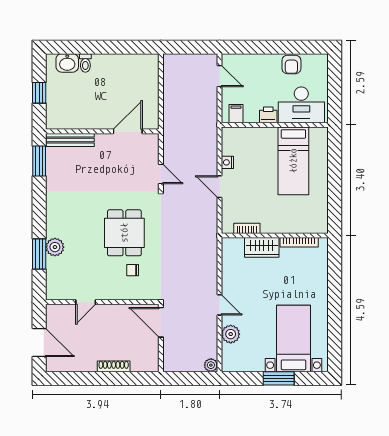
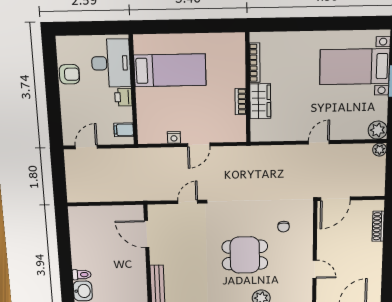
bookcase: (247, 228) -> (241, 102), moved
dining table: (124, 233) -> (245, 255), moved
plant: (231, 334) -> (378, 130), moved
shoe rack: (114, 366) -> (378, 226), moved

